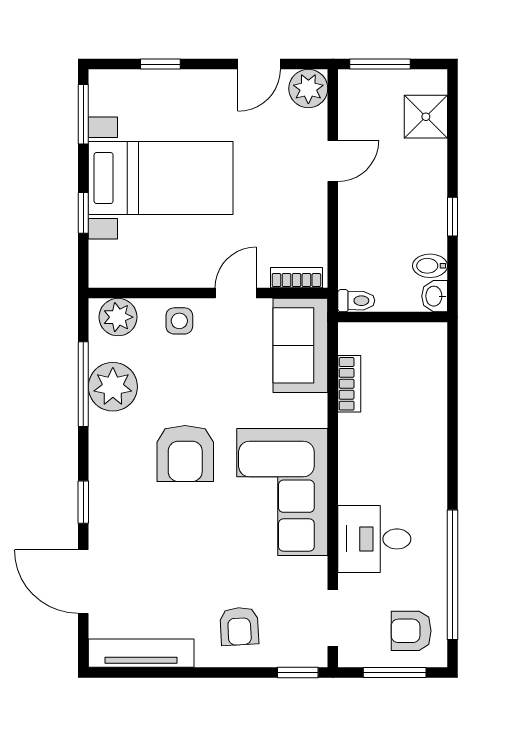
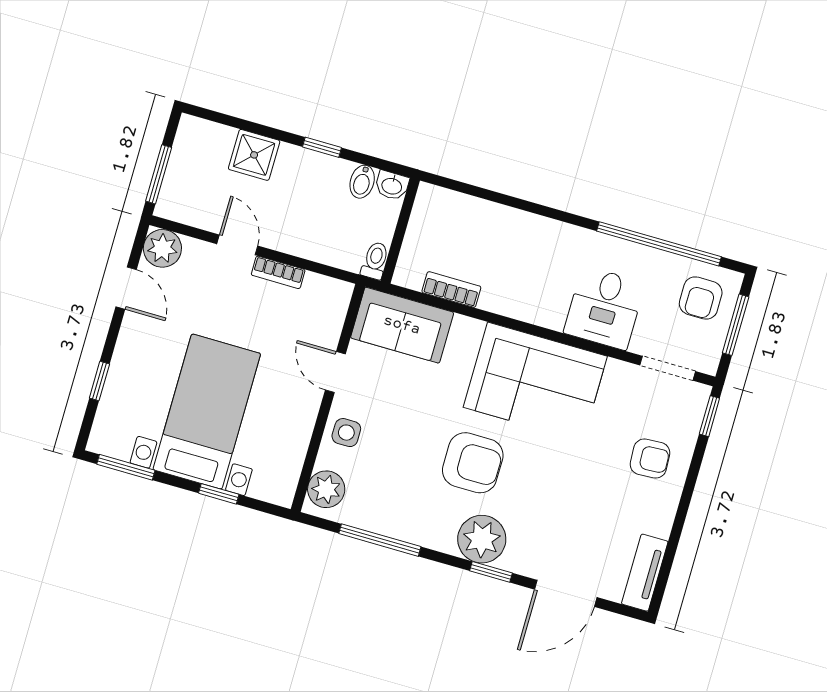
shower: (426, 117) -> (254, 155), moved
bookcase: (296, 278) -> (278, 272), moved, turned -90
plant: (113, 387) -> (482, 539), moved
tv unit: (141, 653) -> (645, 573), width x0.71

